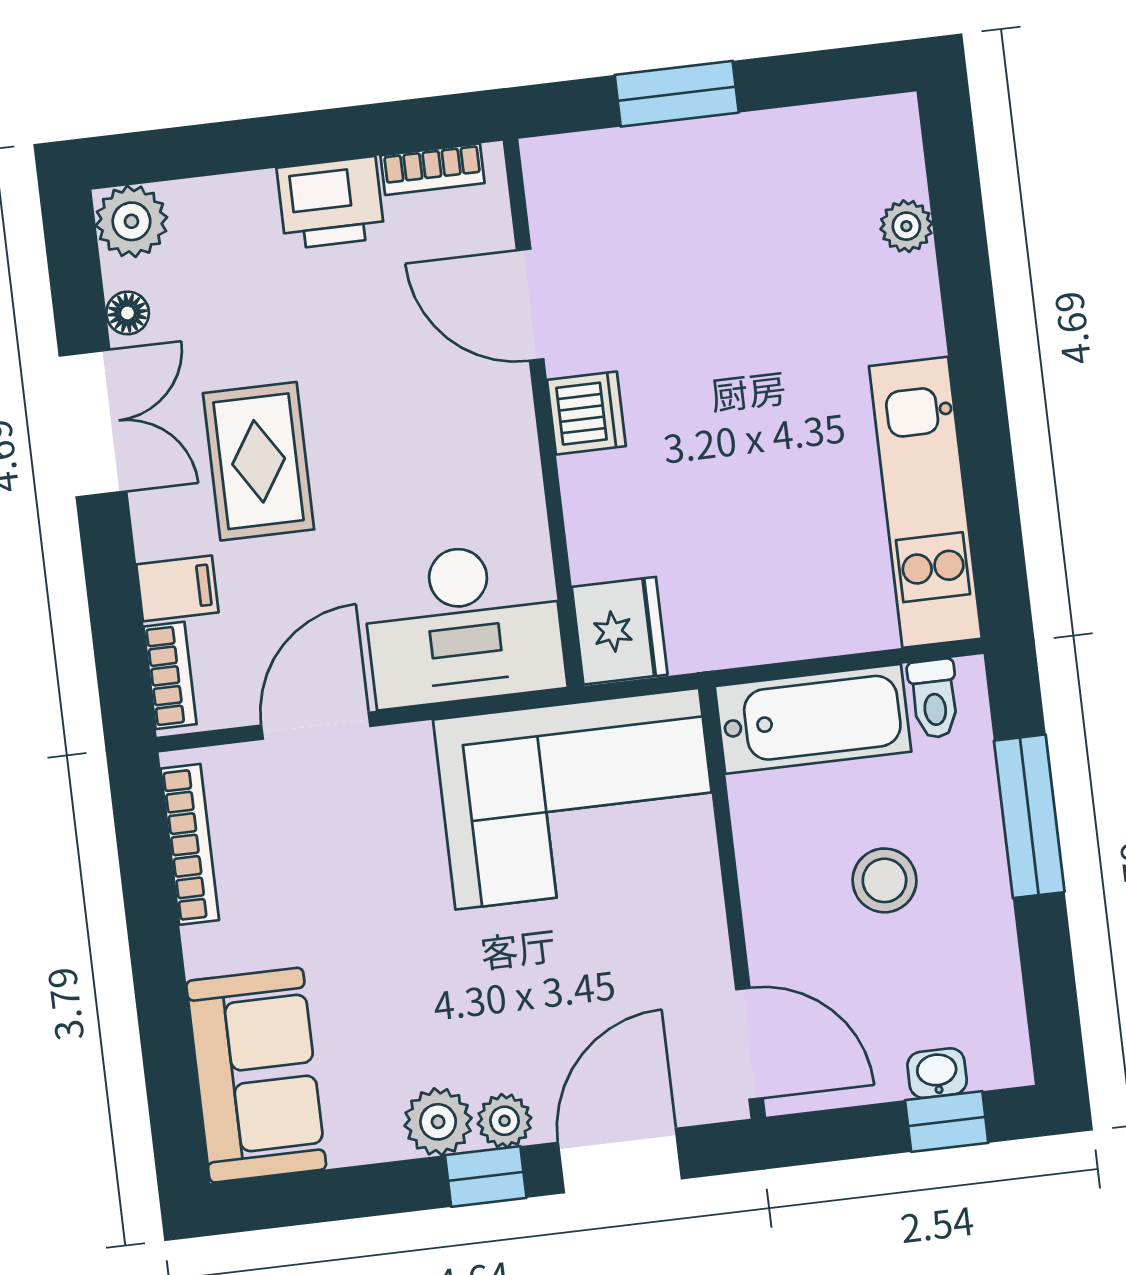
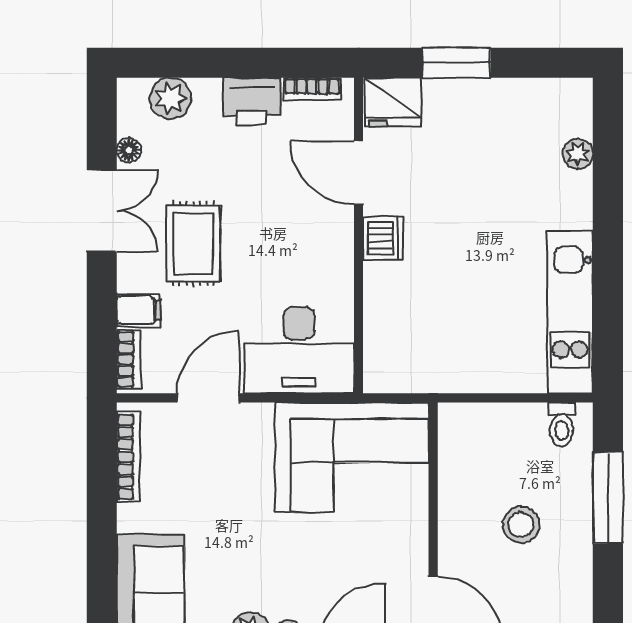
plant: (131, 221) -> (170, 98), moved
fridge: (620, 631) -> (393, 102), moved, turned 90
bathtub: (813, 719) -> (491, 428), removed

